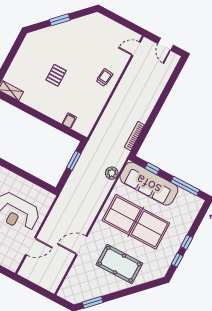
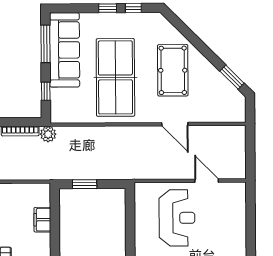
filing cabinet: (69, 121) -> (42, 220), width x2.00
plant: (112, 173) -> (48, 134), moved
sofa: (149, 184) -> (65, 50), moved

